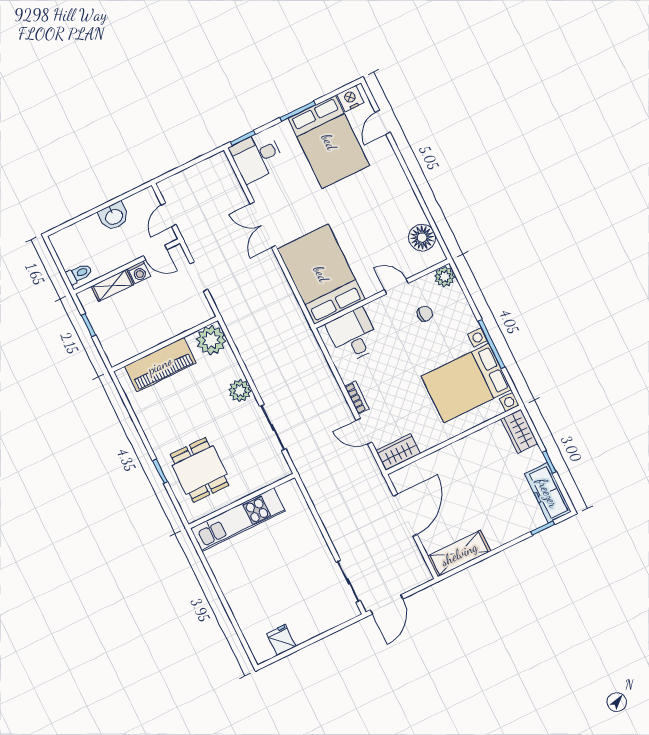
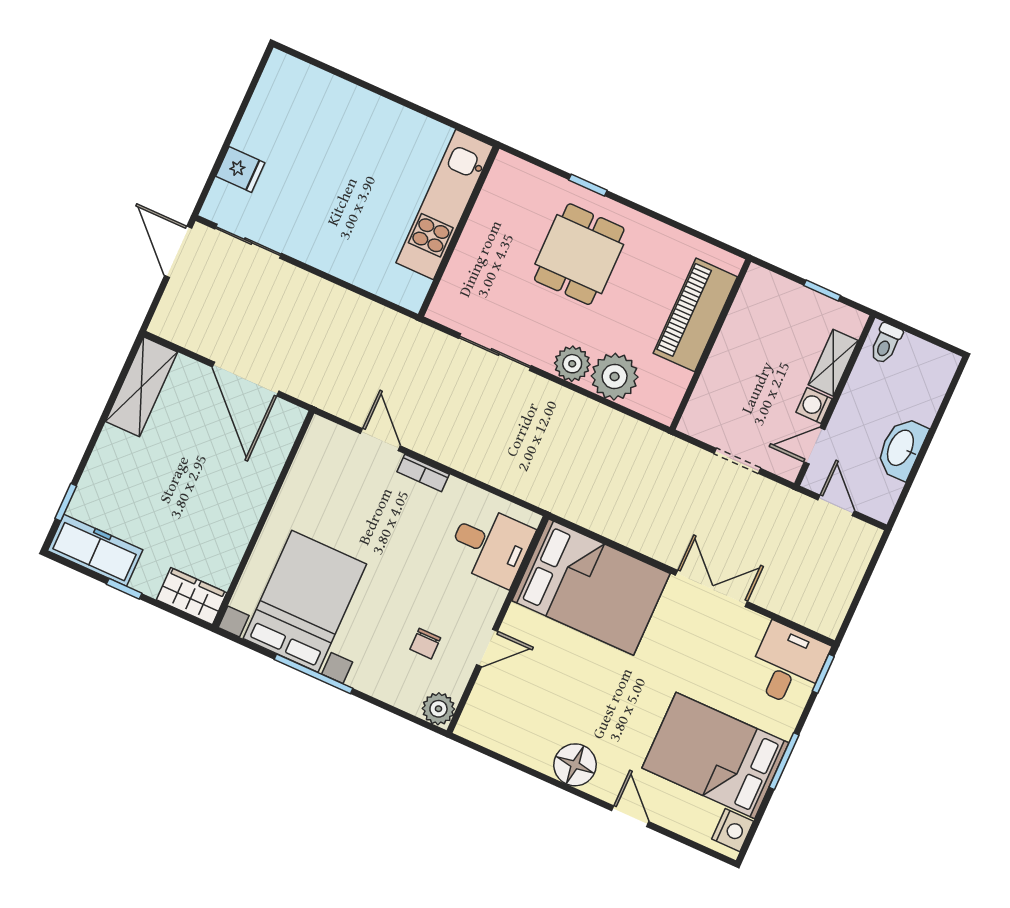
door: (383, 122) -> (630, 816), moved
washbasin: (114, 216) -> (901, 448), width x1.38
floor lamp: (422, 238) -> (575, 765), moved
plant: (211, 340) -> (615, 377), moved
door: (364, 431) -> (380, 440), hinge flipped
wardrobe: (398, 452) -> (318, 449), removed
dining table: (199, 470) -> (579, 254), moved, turned 90
fridge: (281, 640) -> (240, 169), moved

